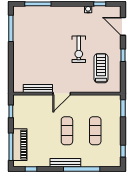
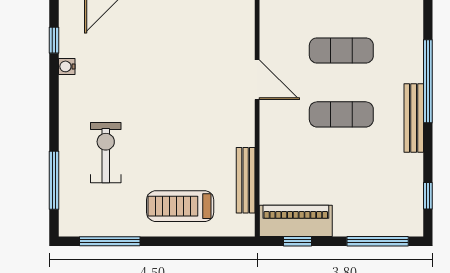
exercise bike: (79, 49) -> (106, 153), moved, turned -90
treadmill: (101, 68) -> (180, 206), moved
door: (62, 94) -> (257, 80), moved
piano: (20, 145) -> (296, 221), moved

